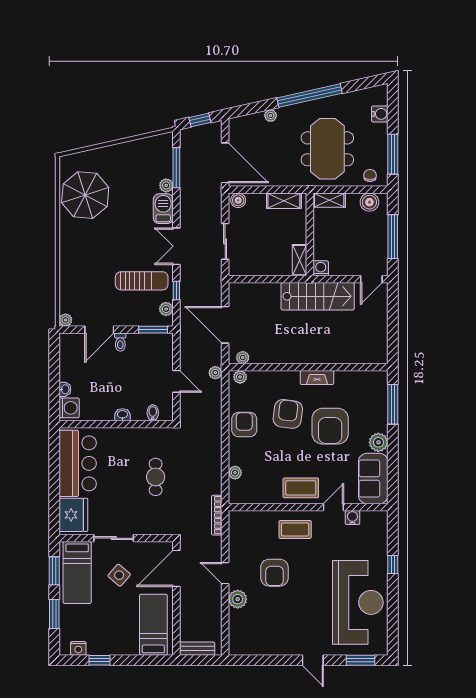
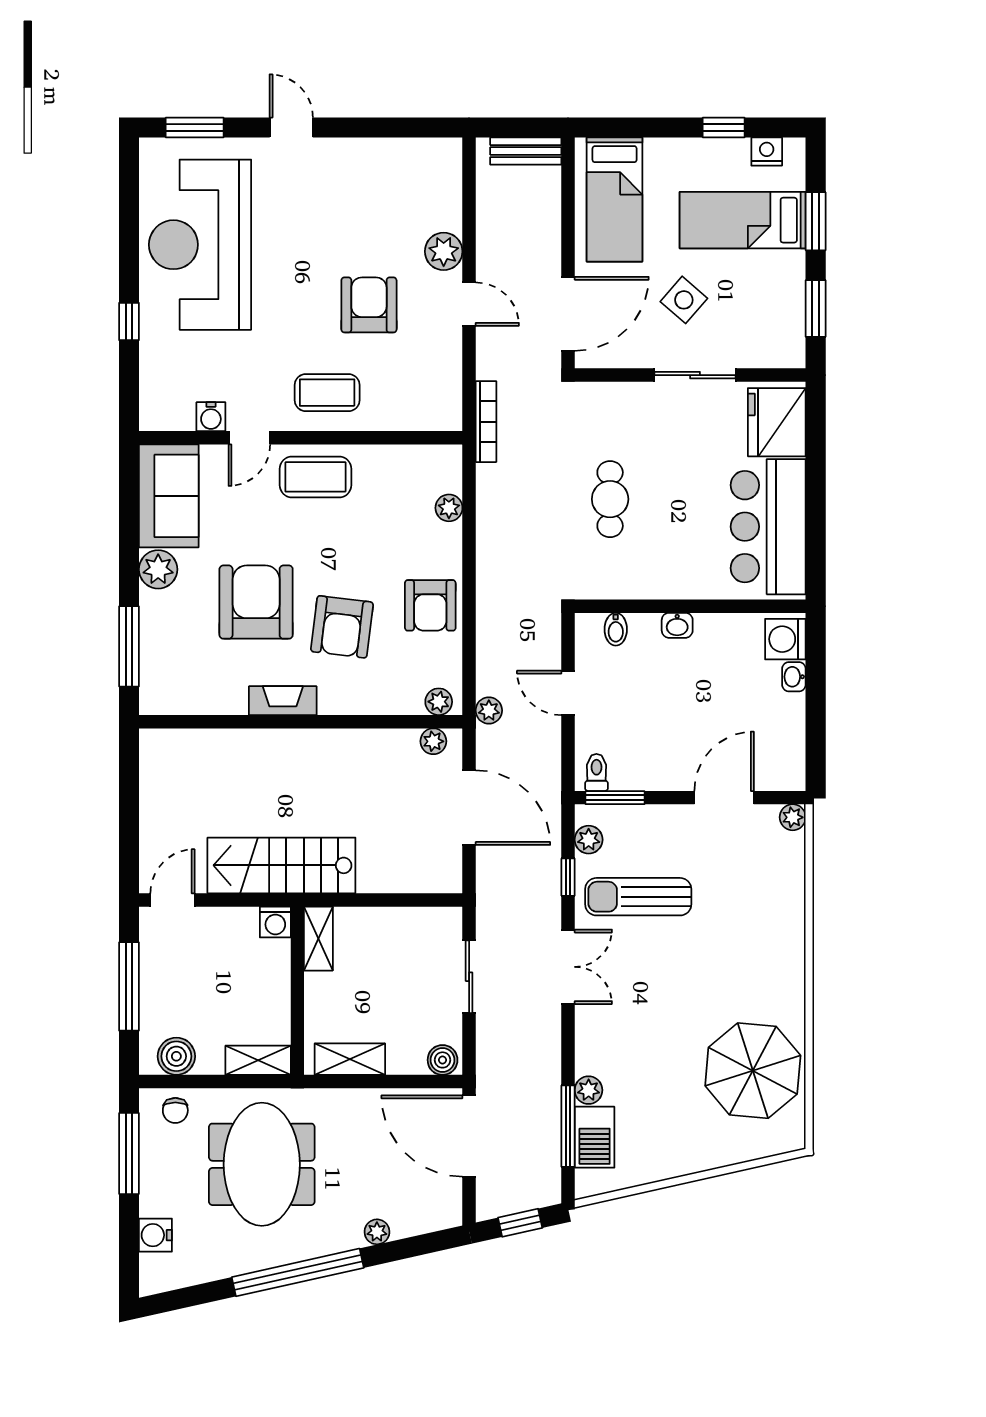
barbecue: (163, 209) -> (595, 1137), moved
toilet: (120, 342) -> (596, 772), moved
bed: (77, 572) -> (743, 220), moved, turned -90

